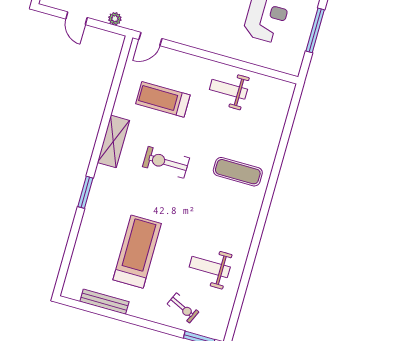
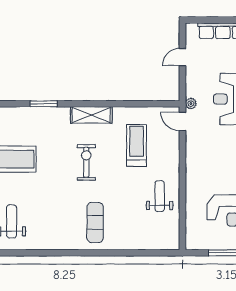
plant: (115, 19) -> (191, 104), moved

